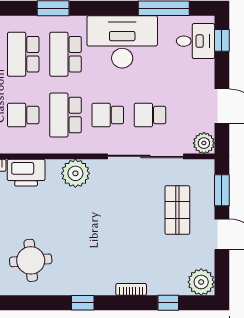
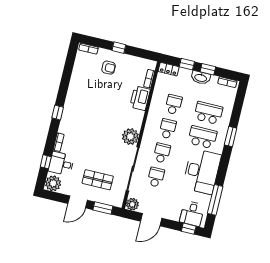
school desk: (65, 115) -> (168, 129), width x0.54
plant: (75, 173) -> (130, 137), moved
round table: (31, 260) -> (89, 89), removed
desk: (165, 276) -> (61, 164), added

